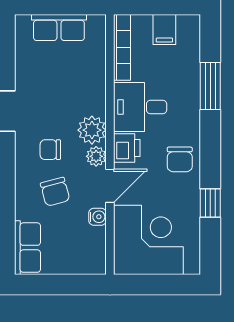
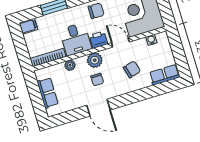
filing cabinet: (164, 30) -> (28, 26), moved
chair: (50, 150) -> (97, 80), moved
plant: (96, 156) -> (70, 65), moved
water cooler: (97, 217) -> (151, 40), moved

